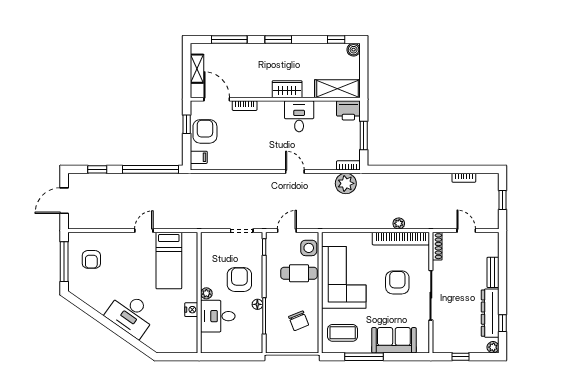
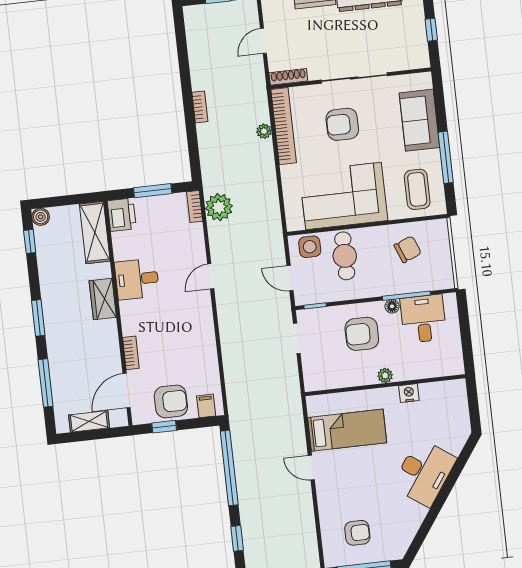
armchair: (205, 131) -> (171, 401), turned 180
bookcase: (464, 178) -> (200, 107), moved
desk: (218, 316) -> (423, 319), moved, turned 180

